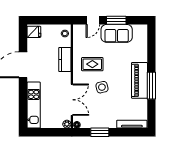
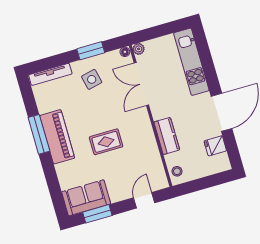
window: (116, 20) -> (97, 214), moved
fridge: (34, 32) -> (215, 146), moved
sofa: (117, 33) -> (86, 198), moved
rug: (92, 64) -> (106, 142), moved
side table: (102, 87) -> (92, 79), moved

